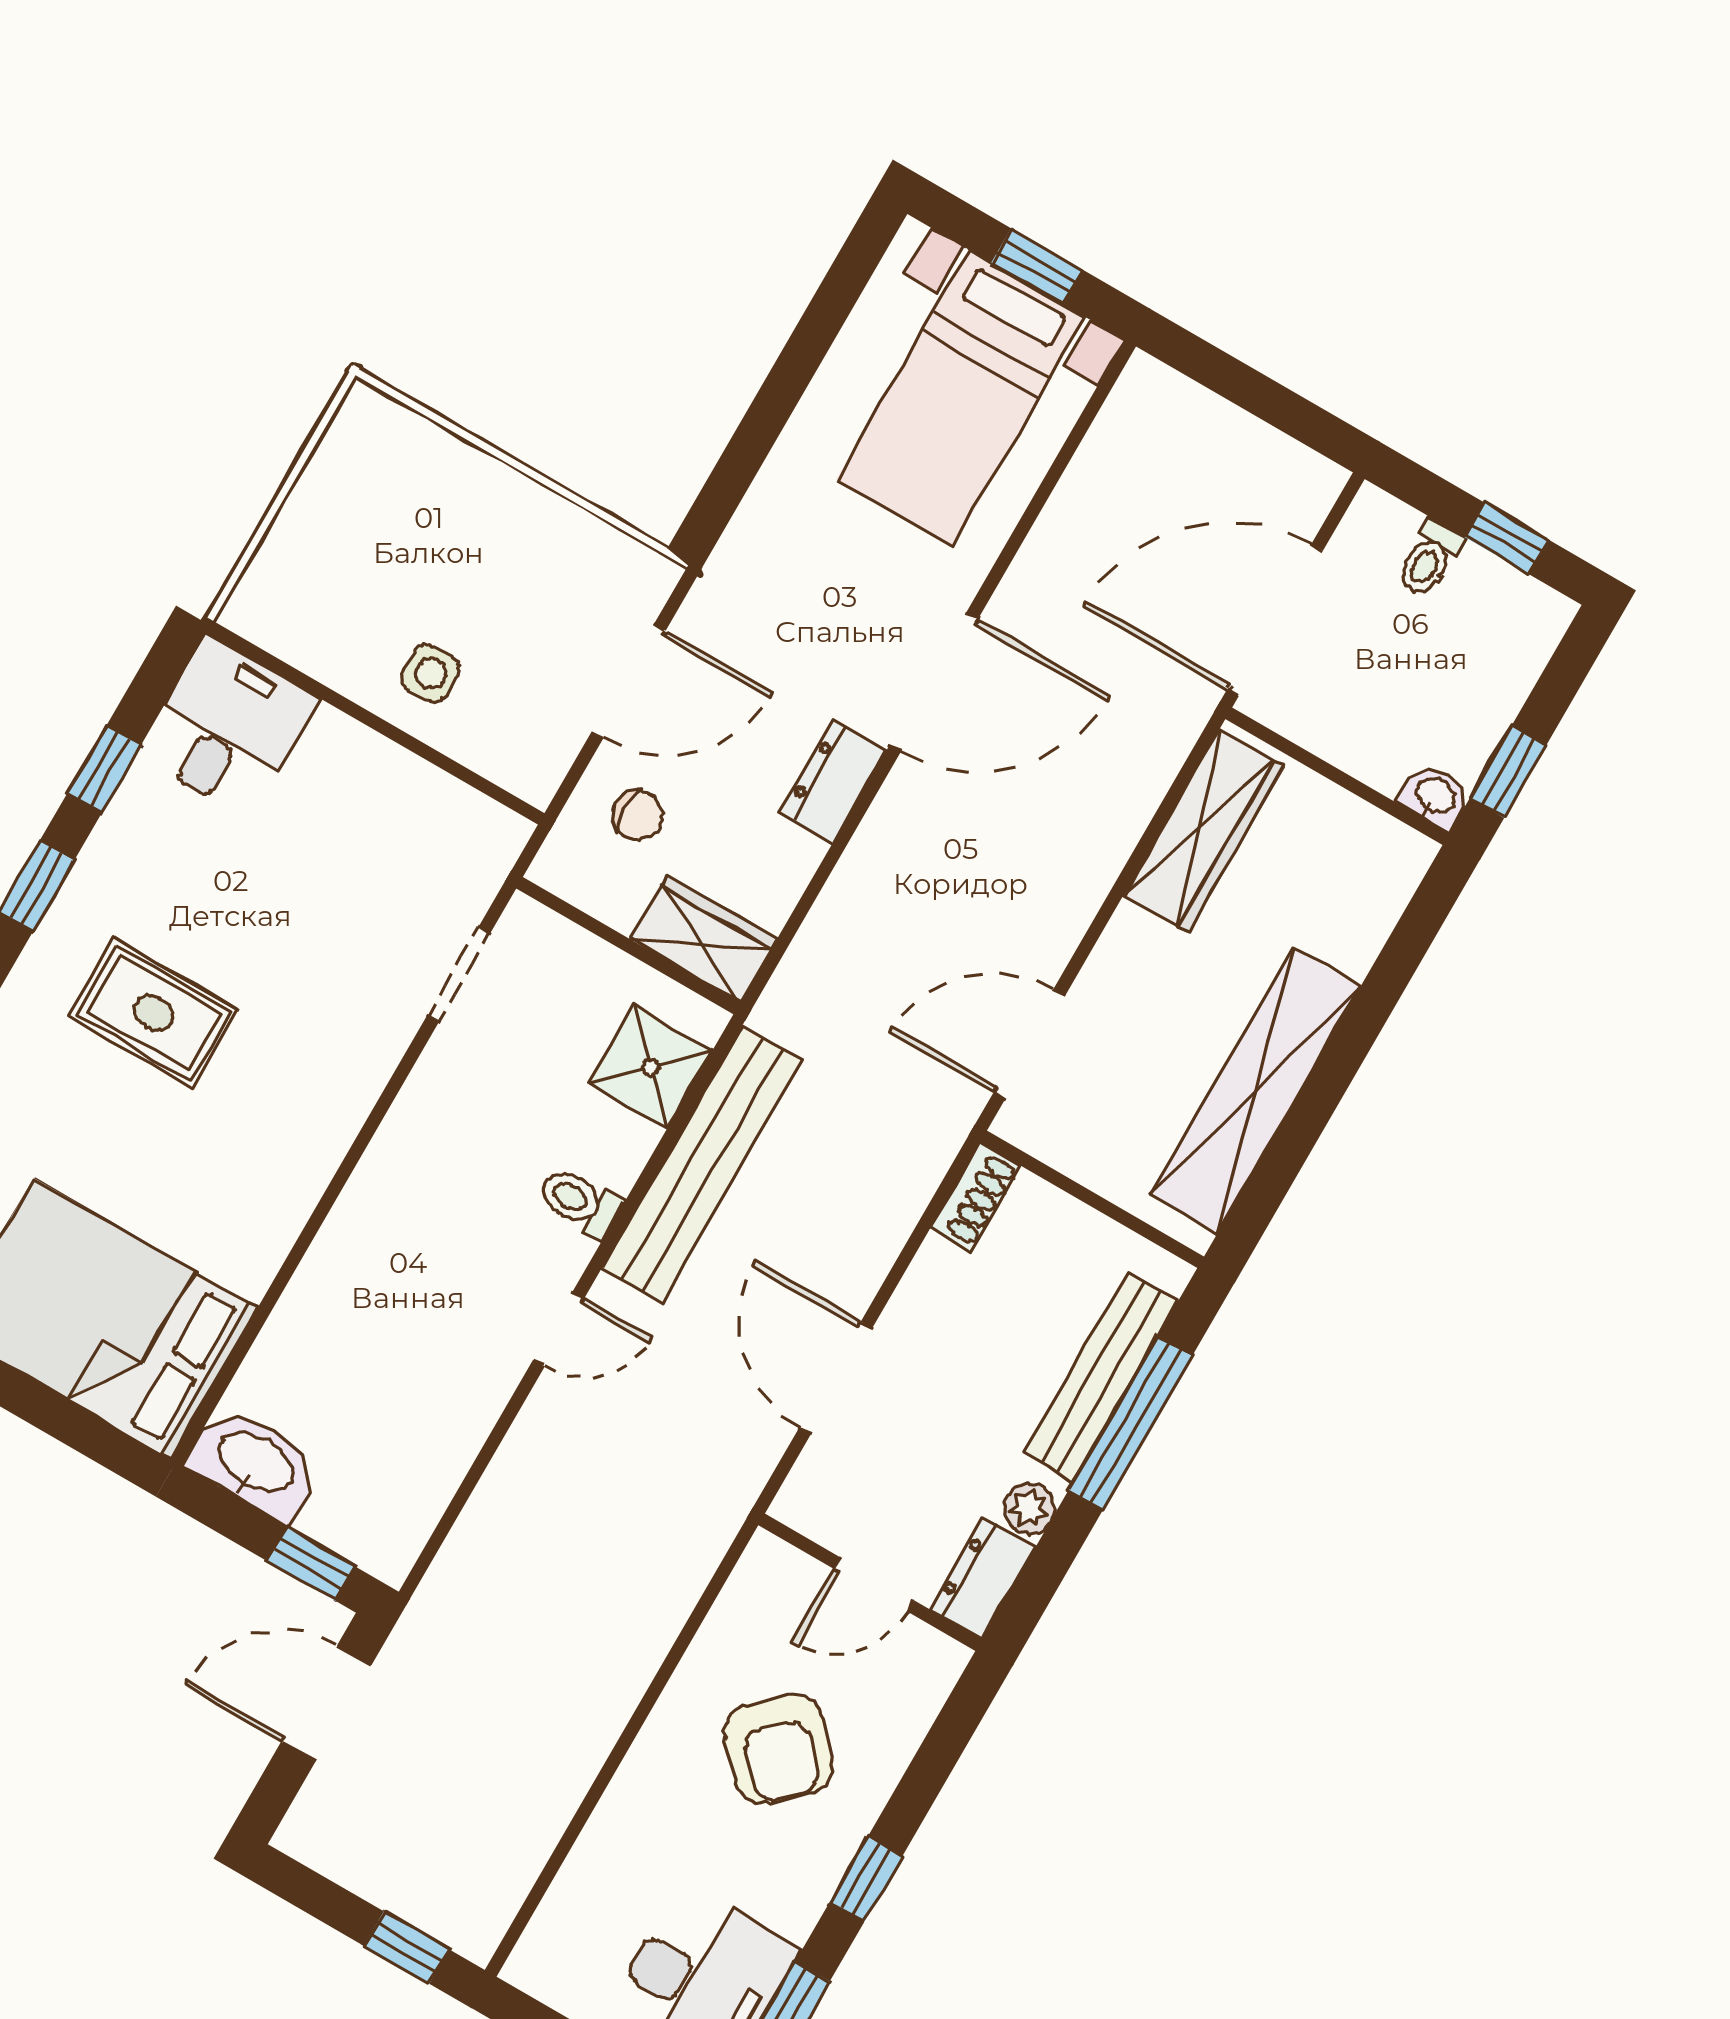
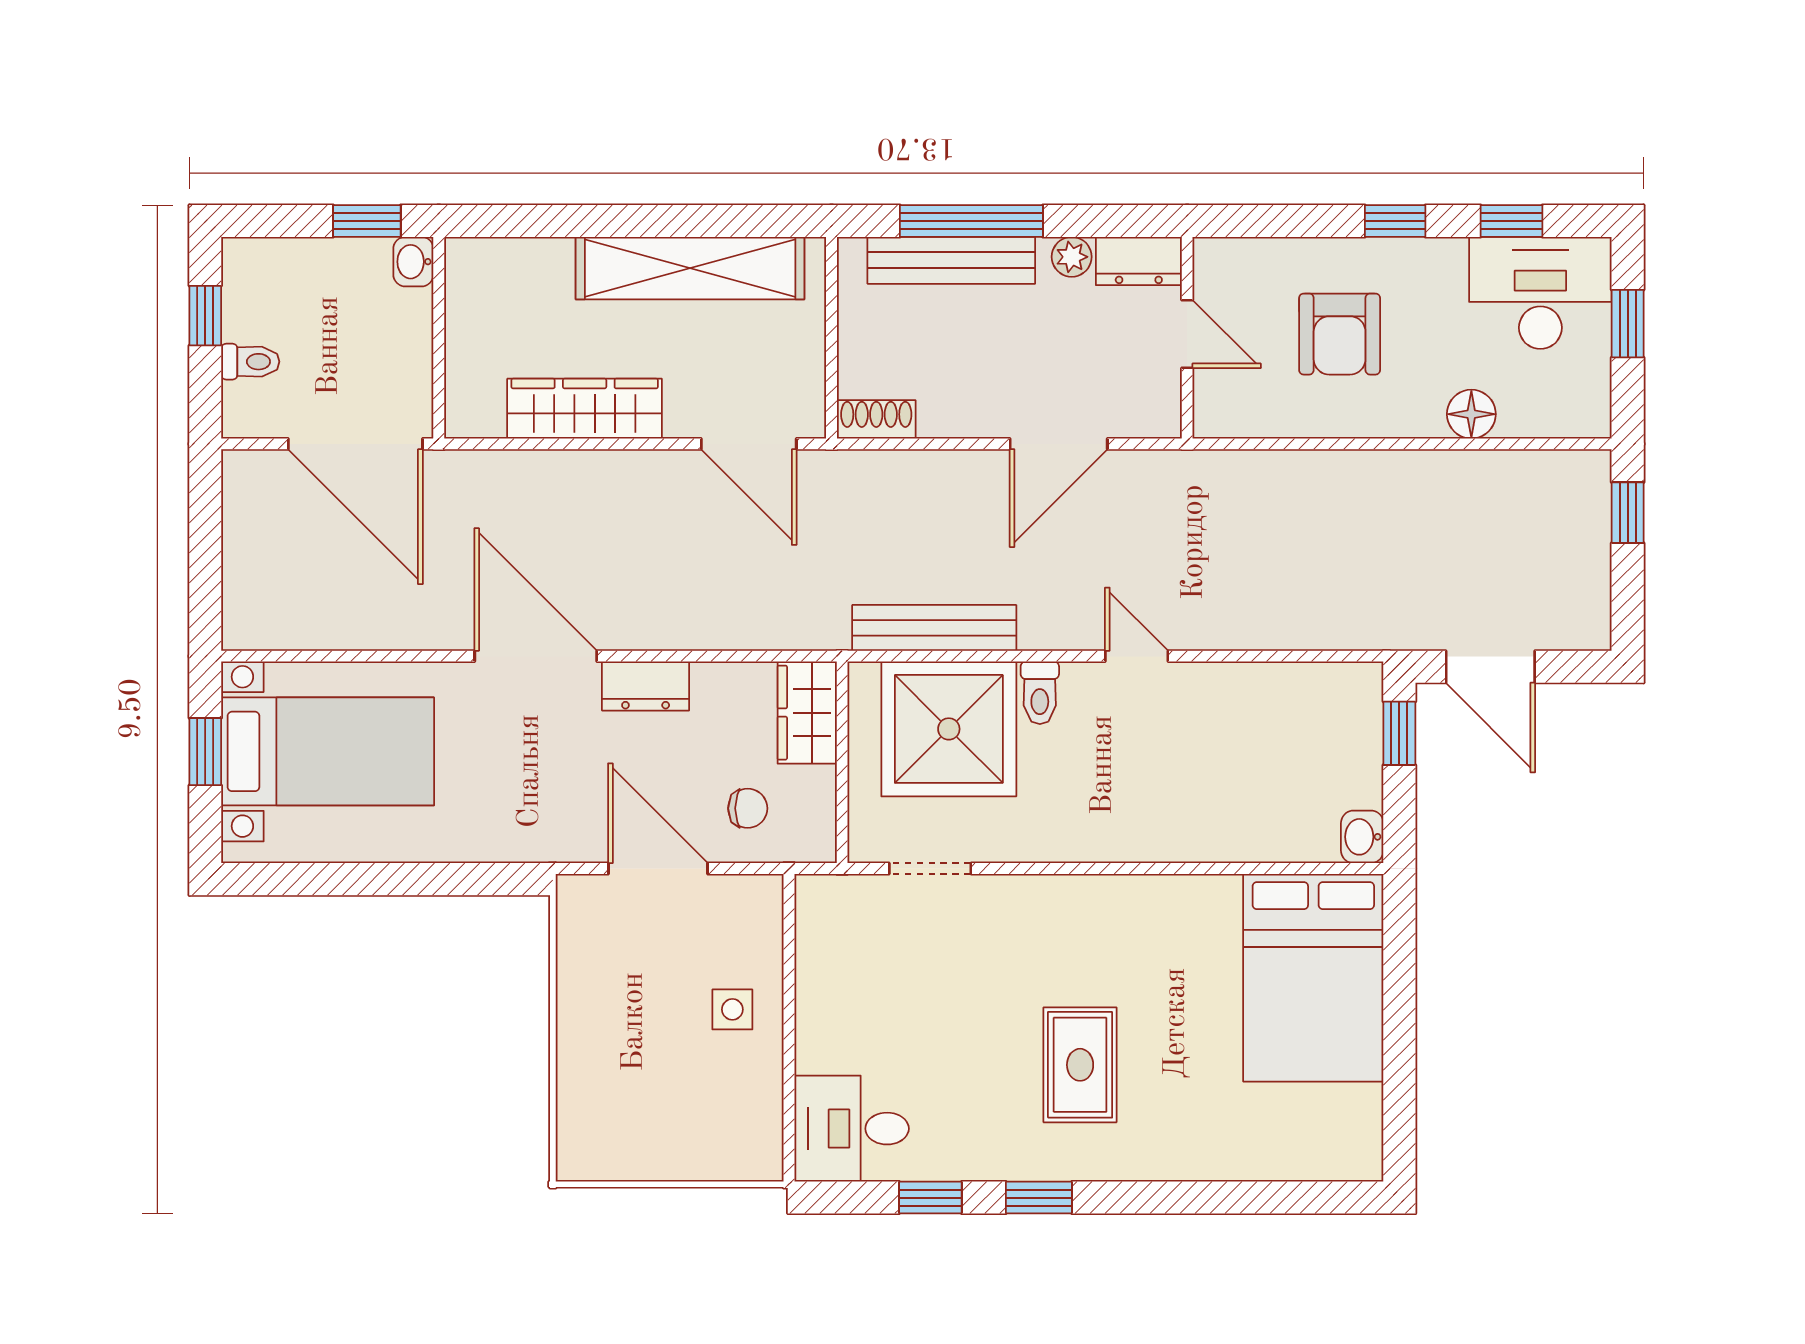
chair: (638, 815) -> (748, 808), turned 90
wardrobe: (1204, 831) -> (585, 409), moved
shower: (651, 1067) -> (949, 729), width x1.86, depth x1.86
bench: (702, 1164) -> (934, 628), width x0.73, depth x0.82
washbasin: (255, 1464) -> (1362, 837), width x0.52, depth x0.69
armchair: (779, 1749) -> (1340, 334), turned 133
floor lamp: (610, 1841) -> (1471, 414), added

